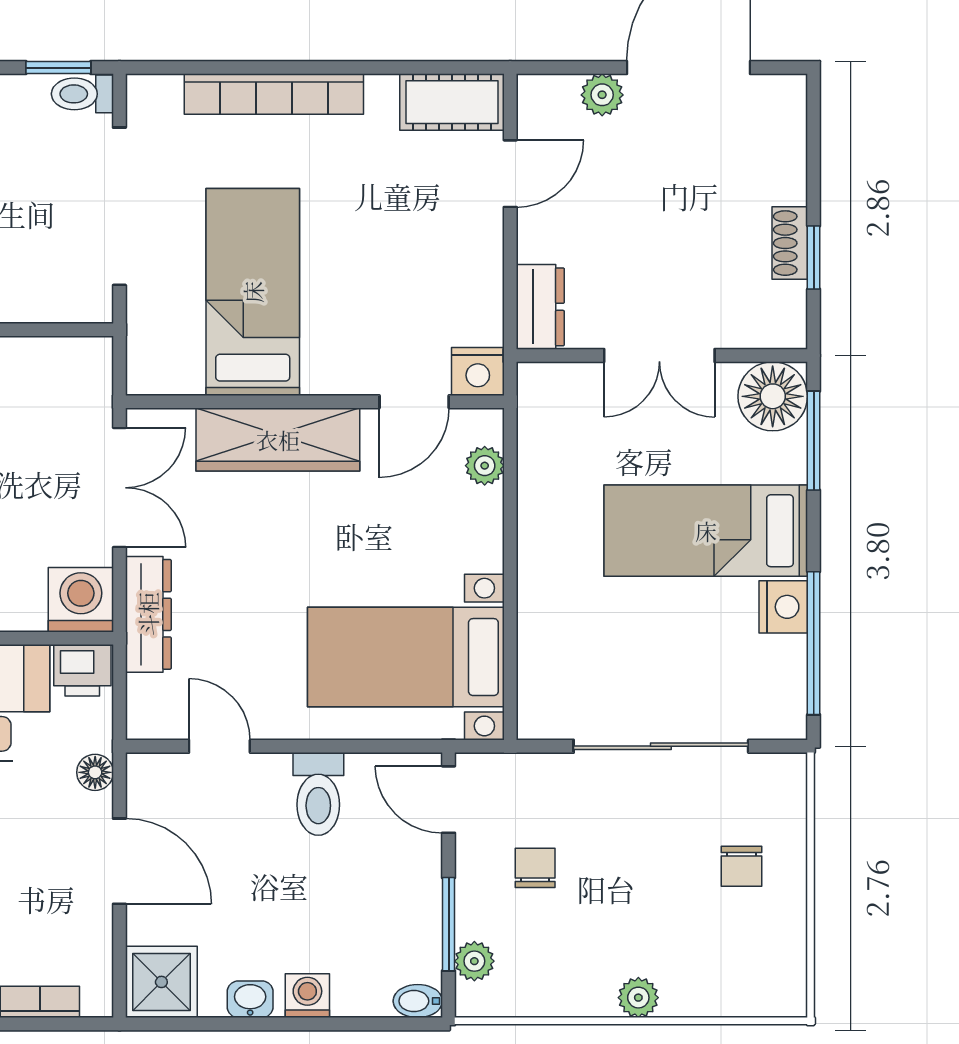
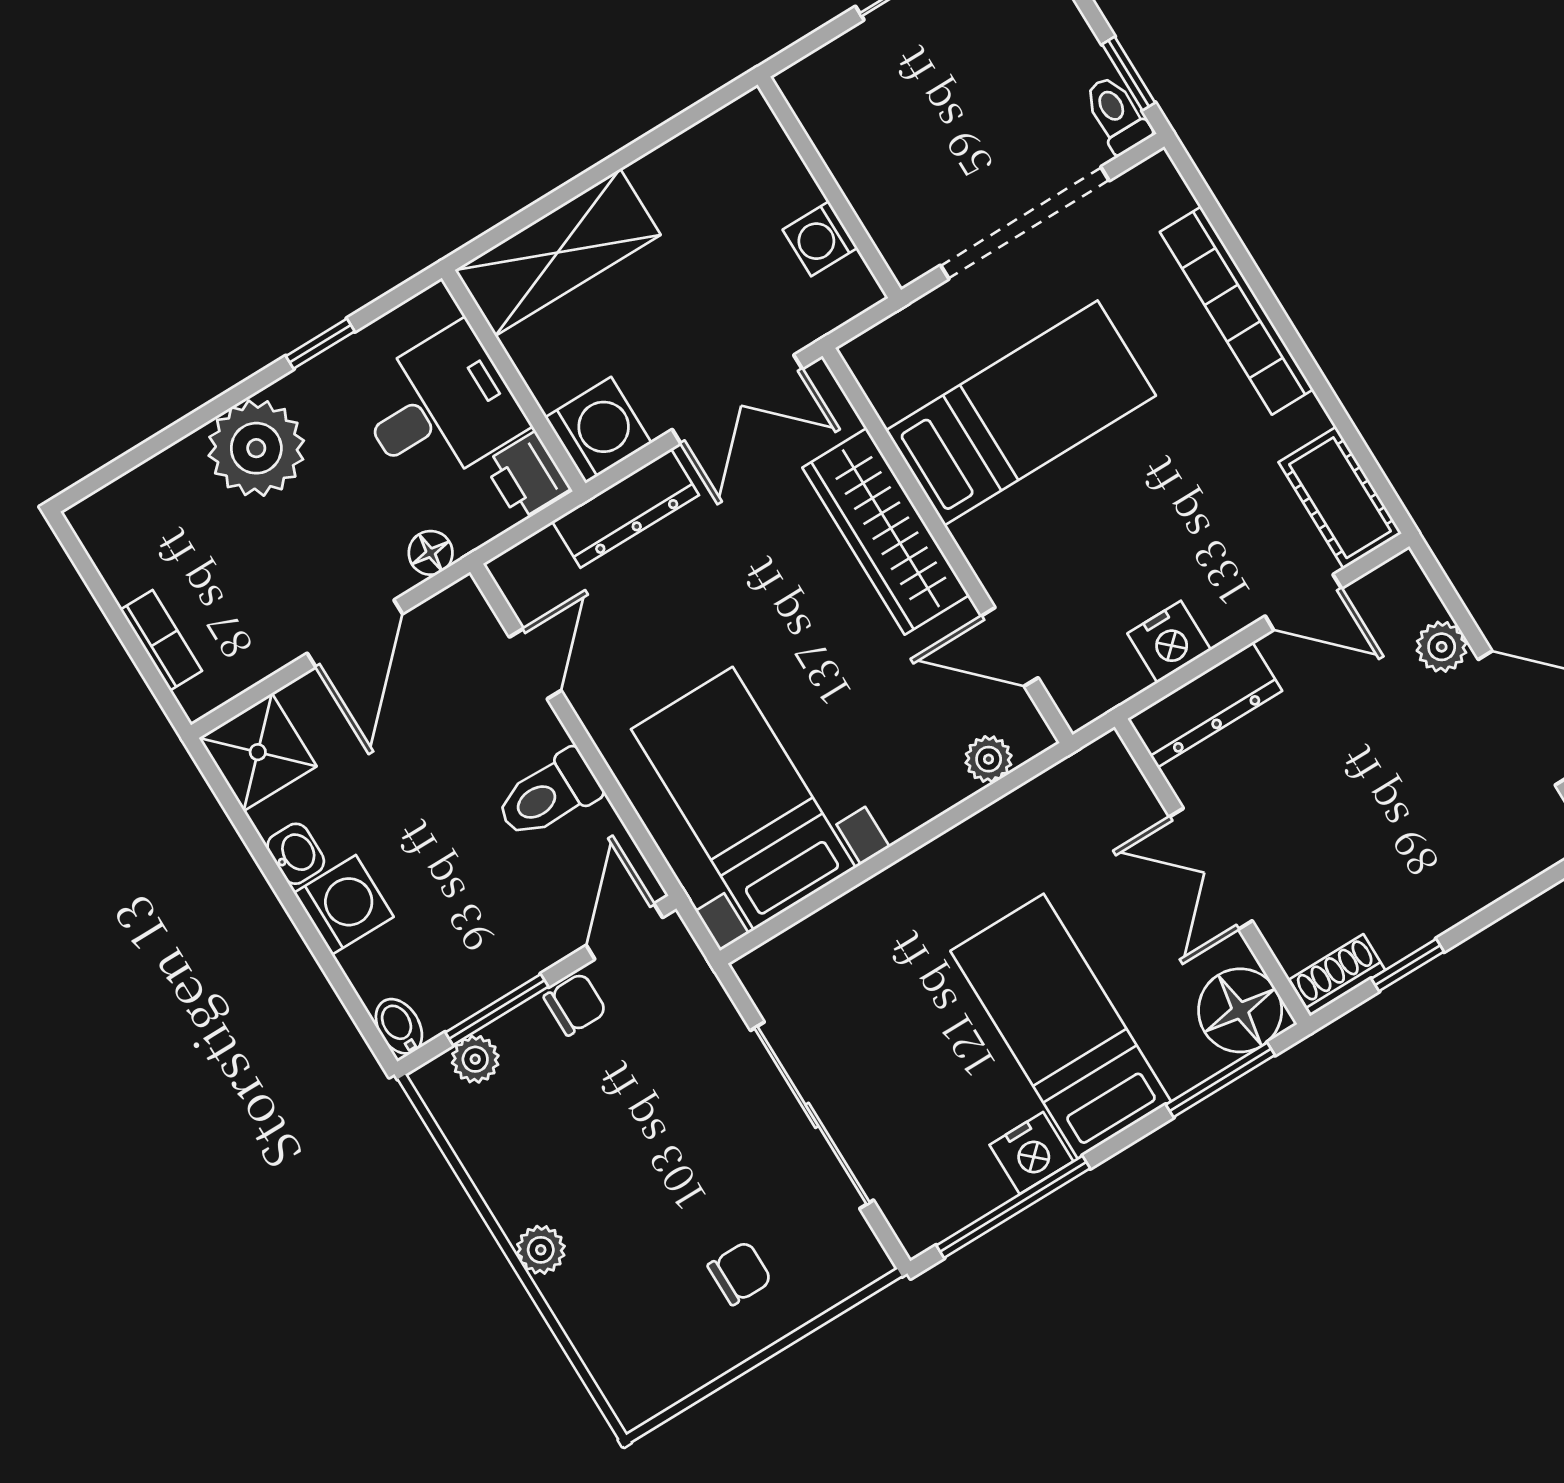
shoe rack: (790, 243) -> (1337, 975), moved
dresser: (540, 307) -> (1205, 705), width x1.44
washing machine: (41, 359) -> (820, 239), added
nightstand: (478, 371) -> (1169, 642), moved, turned -90
chair: (742, 866) -> (740, 1273), turned 180
chair: (535, 868) -> (575, 1004), moved
washing machine: (307, 996) -> (344, 905), width x1.38, depth x1.38

